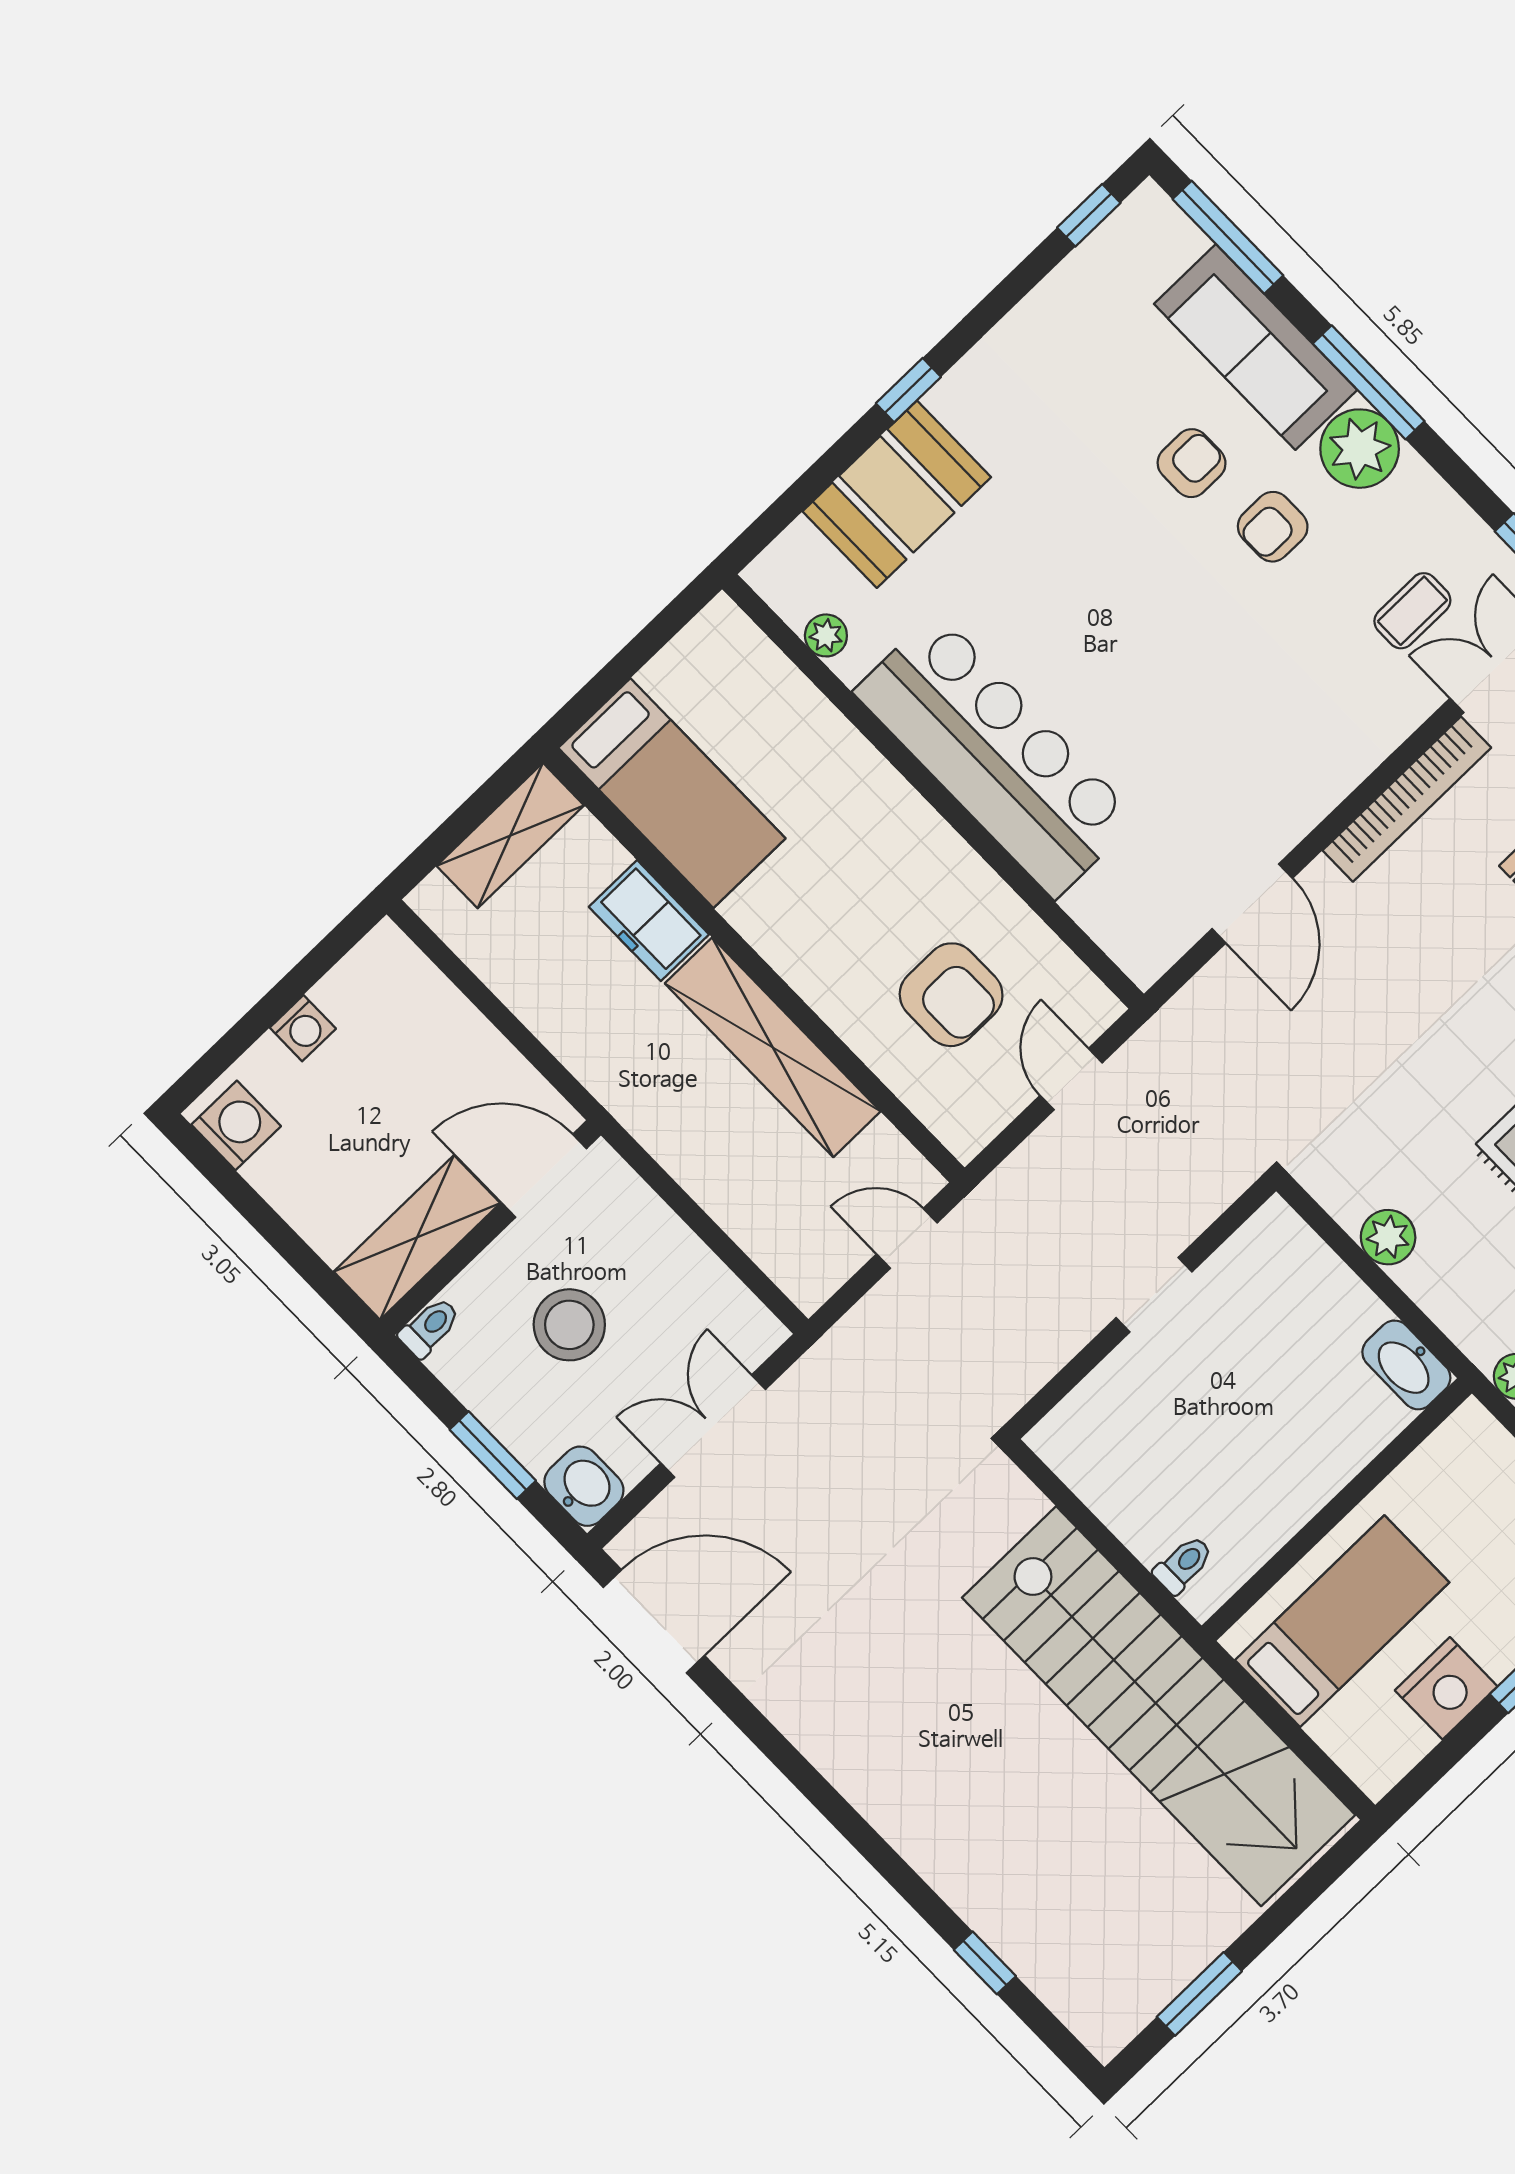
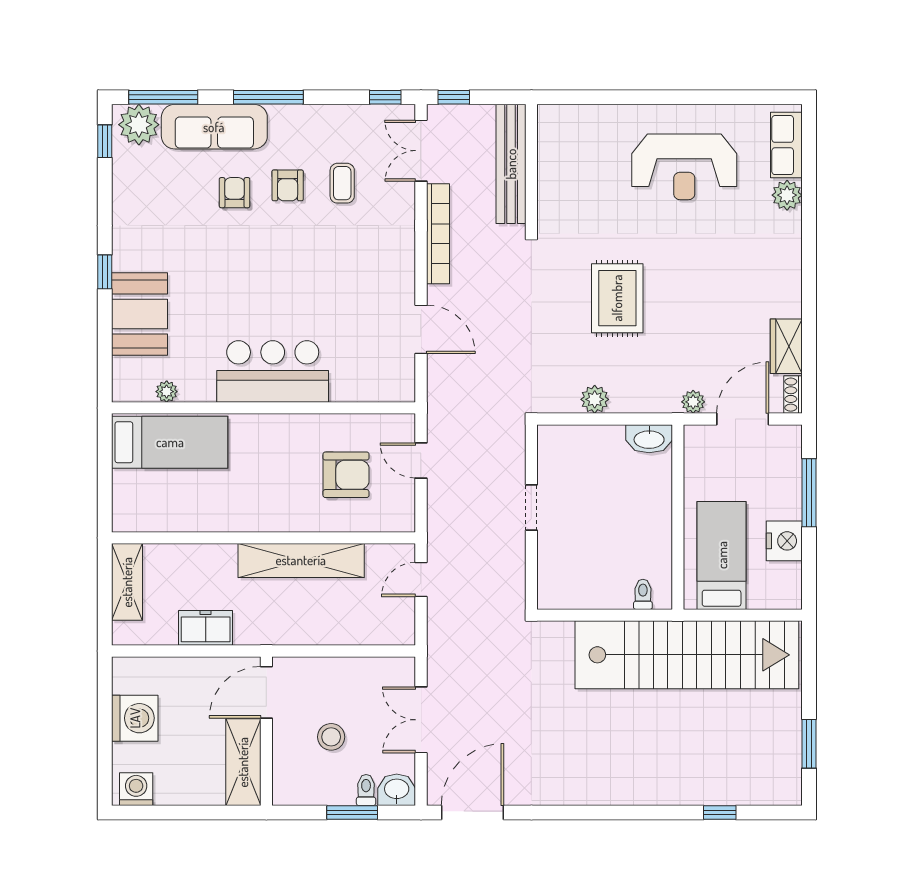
plant: (1360, 449) -> (139, 125), moved
coffee table: (1412, 611) -> (342, 183), moved
bar counter: (996, 755) -> (273, 372), width x0.73
bed: (672, 793) -> (170, 442), moved
freezer: (649, 921) -> (206, 628), moved, turned 180
washing machine: (303, 1028) -> (135, 718), width x1.89, depth x1.89
stool: (569, 1325) -> (331, 737), width x0.73, depth x0.73
toilet: (430, 1327) -> (366, 790), moved

